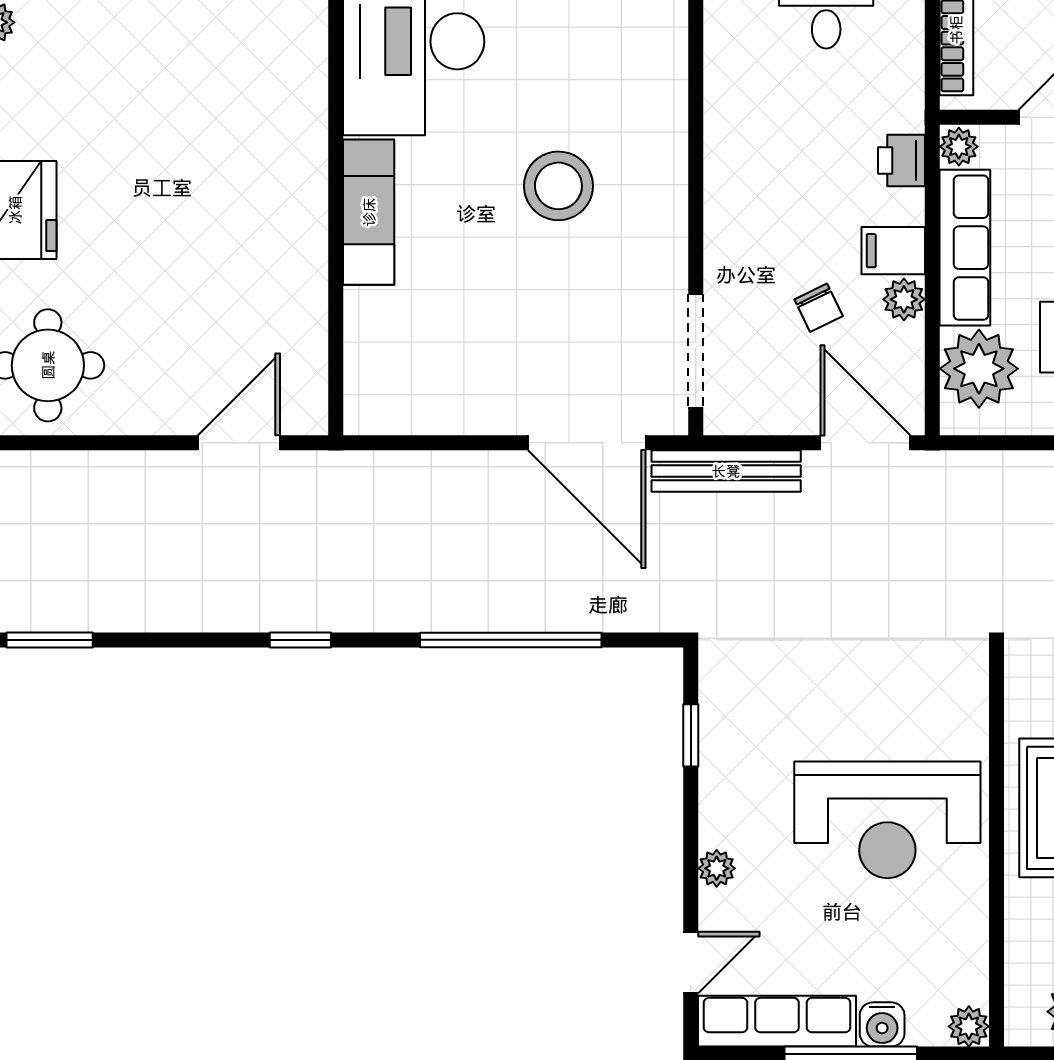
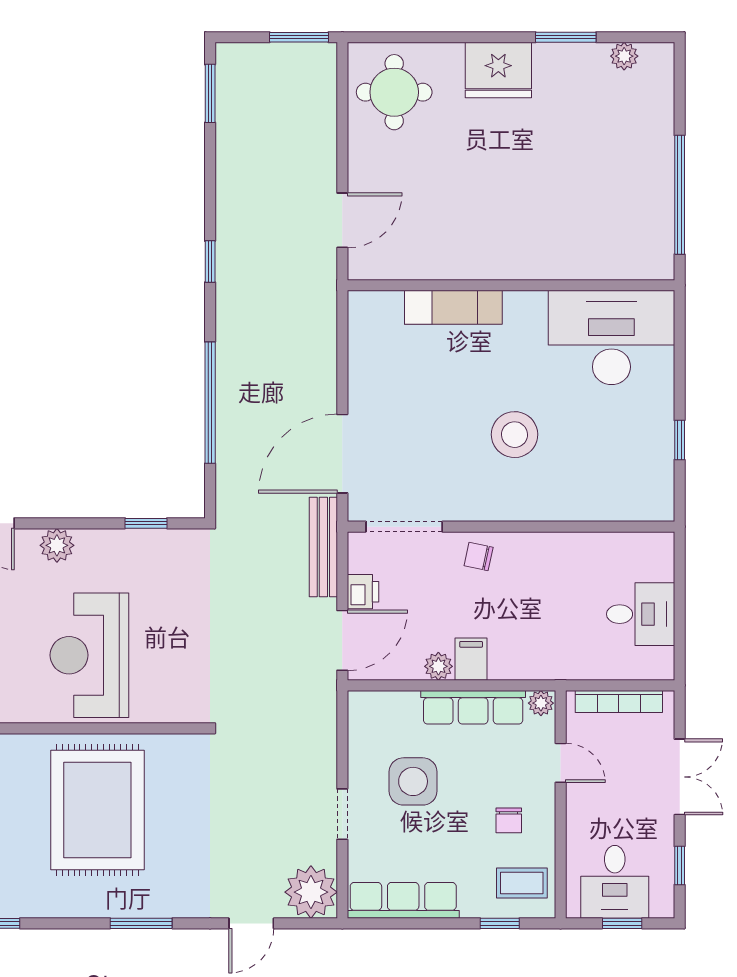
printer: (902, 160) -> (363, 592), moved, turned 90
exam couch: (369, 212) -> (453, 307), moved
chair: (819, 308) -> (479, 556), moved, turned 38
plant: (979, 369) -> (392, 717), removed
door: (239, 443) -> (342, 220), hinge flipped
plant: (717, 868) -> (57, 545), width x1.38, depth x1.38

